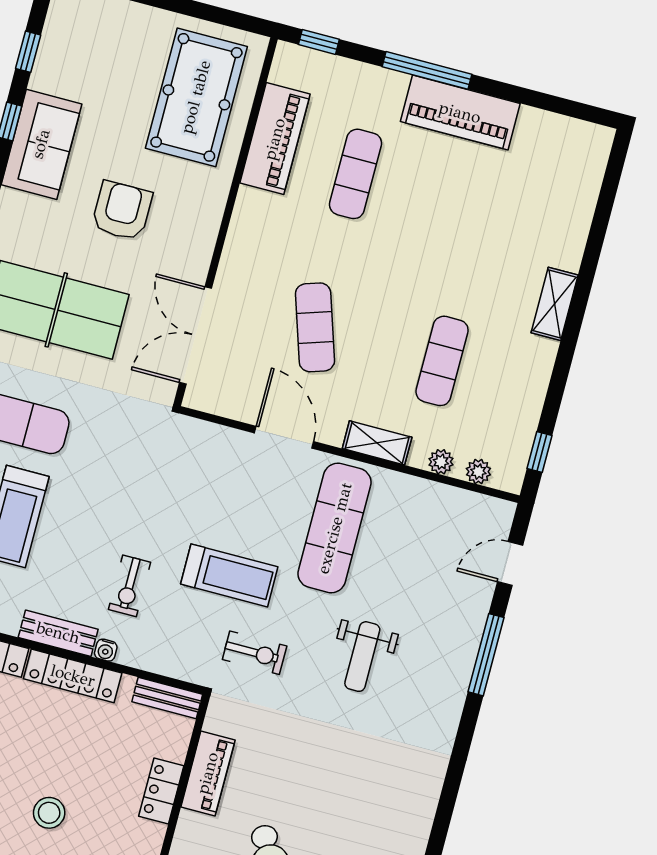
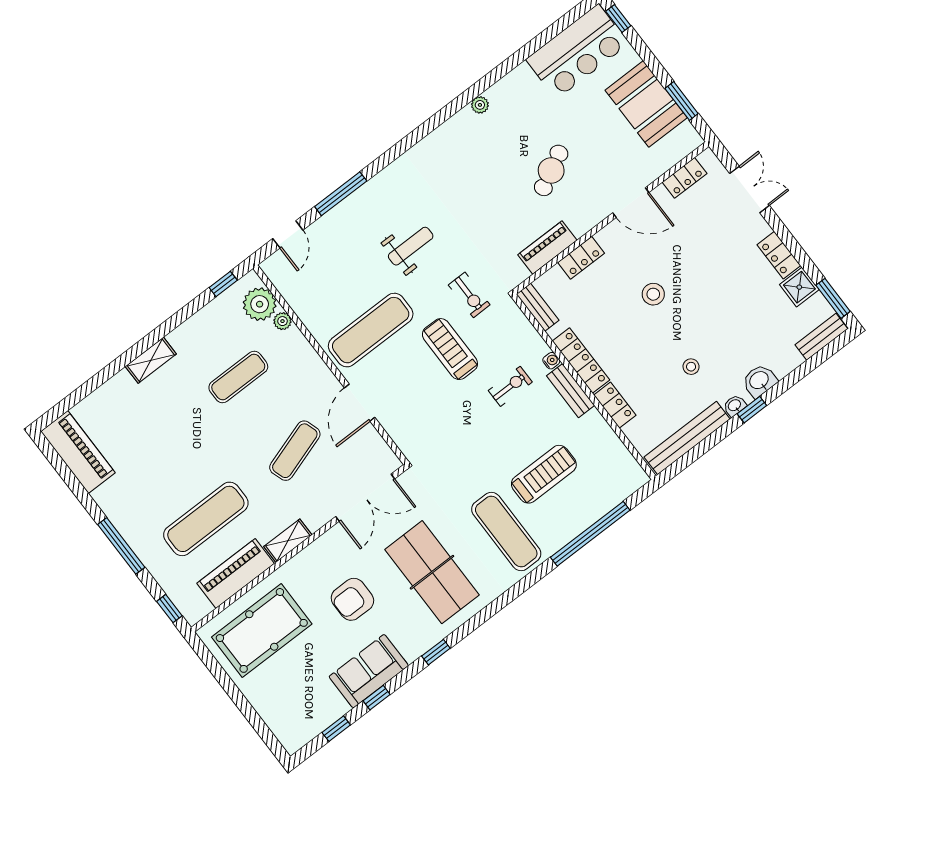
piano: (460, 113) -> (78, 452), moved
exercise mat: (356, 174) -> (206, 519), width x1.36, depth x1.45
shelving: (377, 443) -> (288, 541), moved, turned 90
plant: (478, 472) -> (260, 304), width x1.88, depth x1.88
door: (510, 563) -> (288, 234), hinge flipped
exercise bike: (255, 653) -> (469, 295), turned 180

